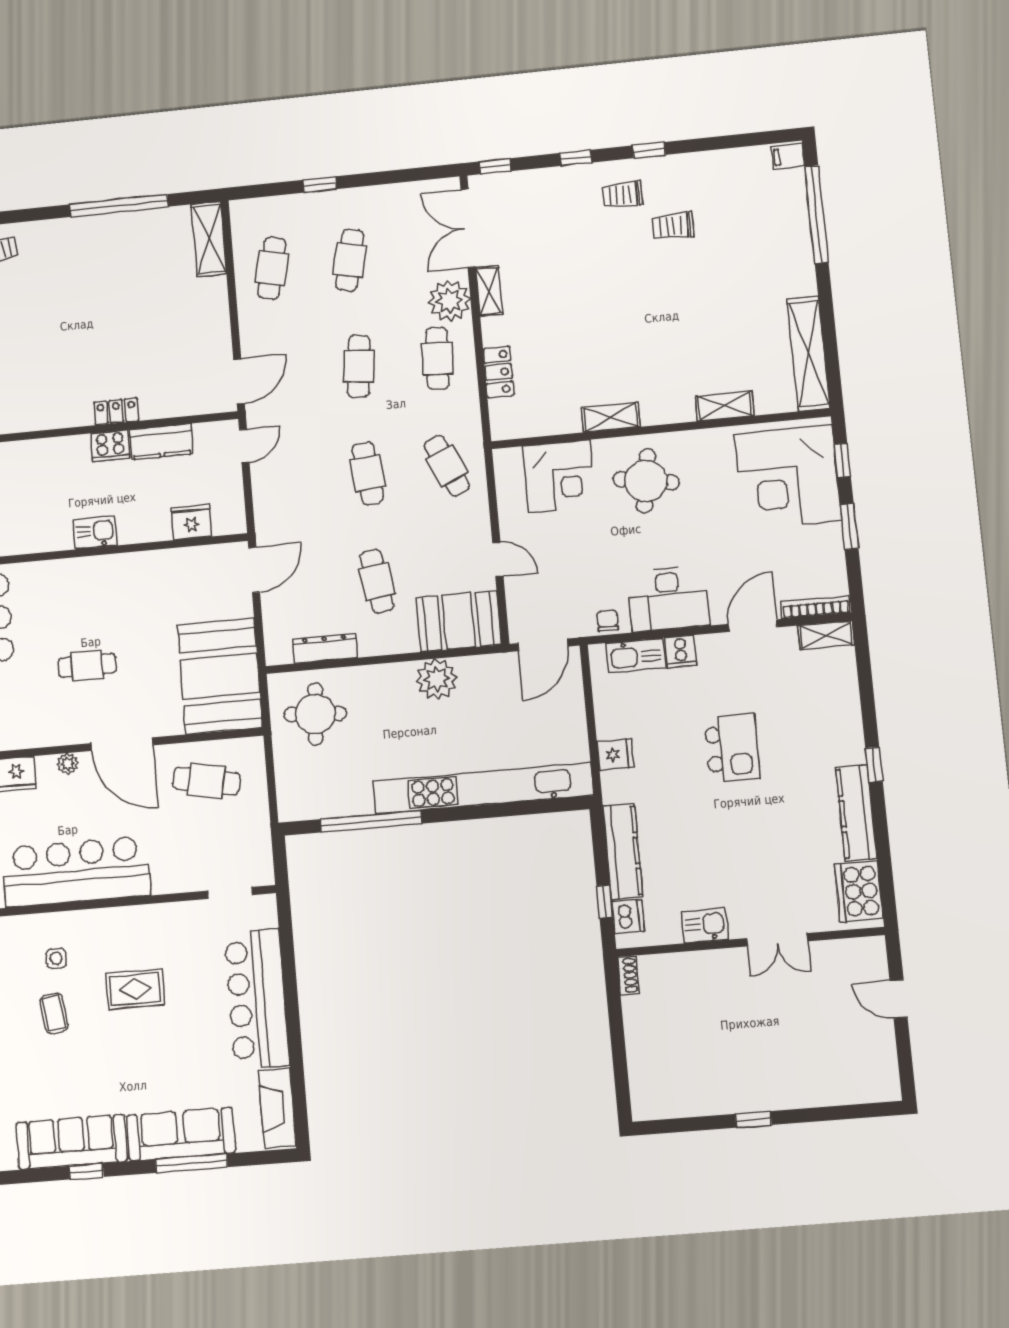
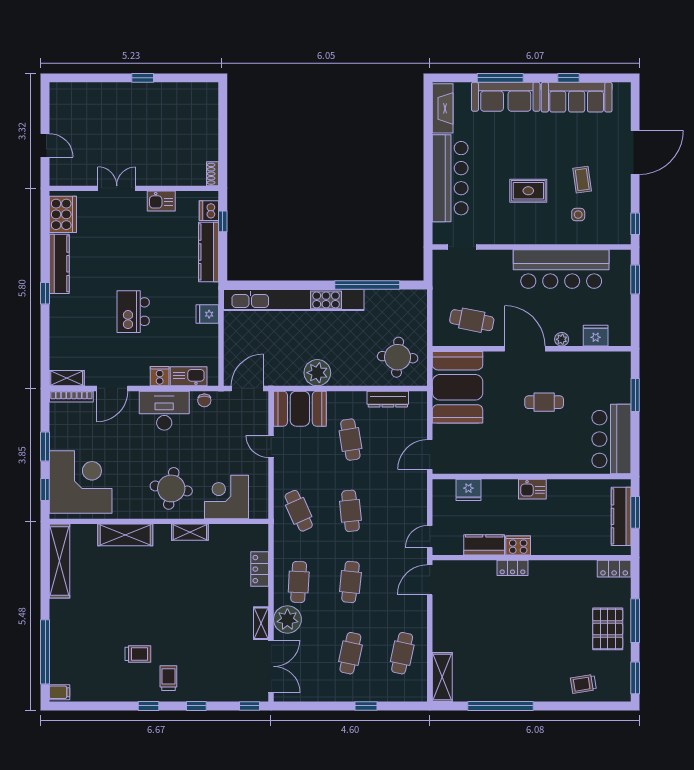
trolley: (623, 195) -> (168, 678), turned -90
shelving: (725, 406) -> (125, 535), width x1.50, depth x1.33

